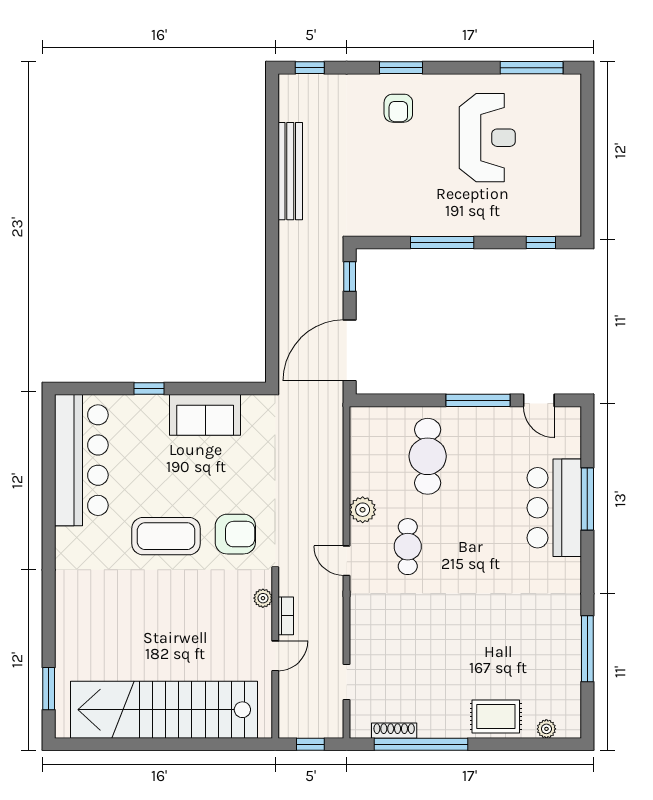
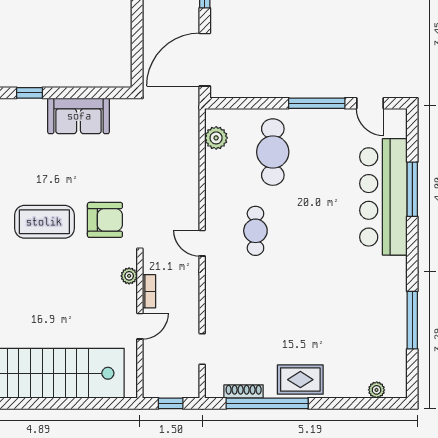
bar counter: (554, 508) -> (383, 197), width x1.36
plant: (363, 510) -> (216, 138), moved
rug: (496, 717) -> (300, 380), moved

